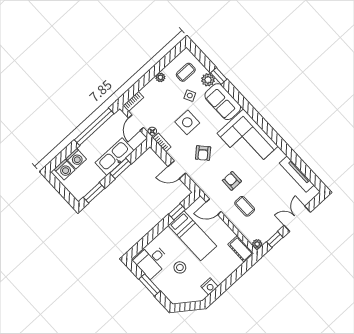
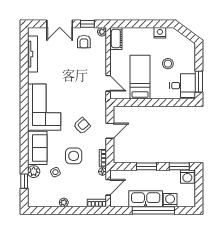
coffee table: (186, 72) -> (44, 190), removed
window: (219, 76) -> (24, 181), moved
window: (94, 127) -> (153, 210), moved
kitchen sink: (114, 157) -> (146, 199), moved, turned 180
washing machine: (65, 169) -> (187, 177), moved, turned 180
door: (177, 170) -> (110, 131), hinge flipped
armchair: (232, 181) -> (84, 42), moved
coffee table: (245, 206) -> (87, 65), removed
window: (177, 212) -> (136, 103), removed
window: (150, 285) -> (199, 82), moved

